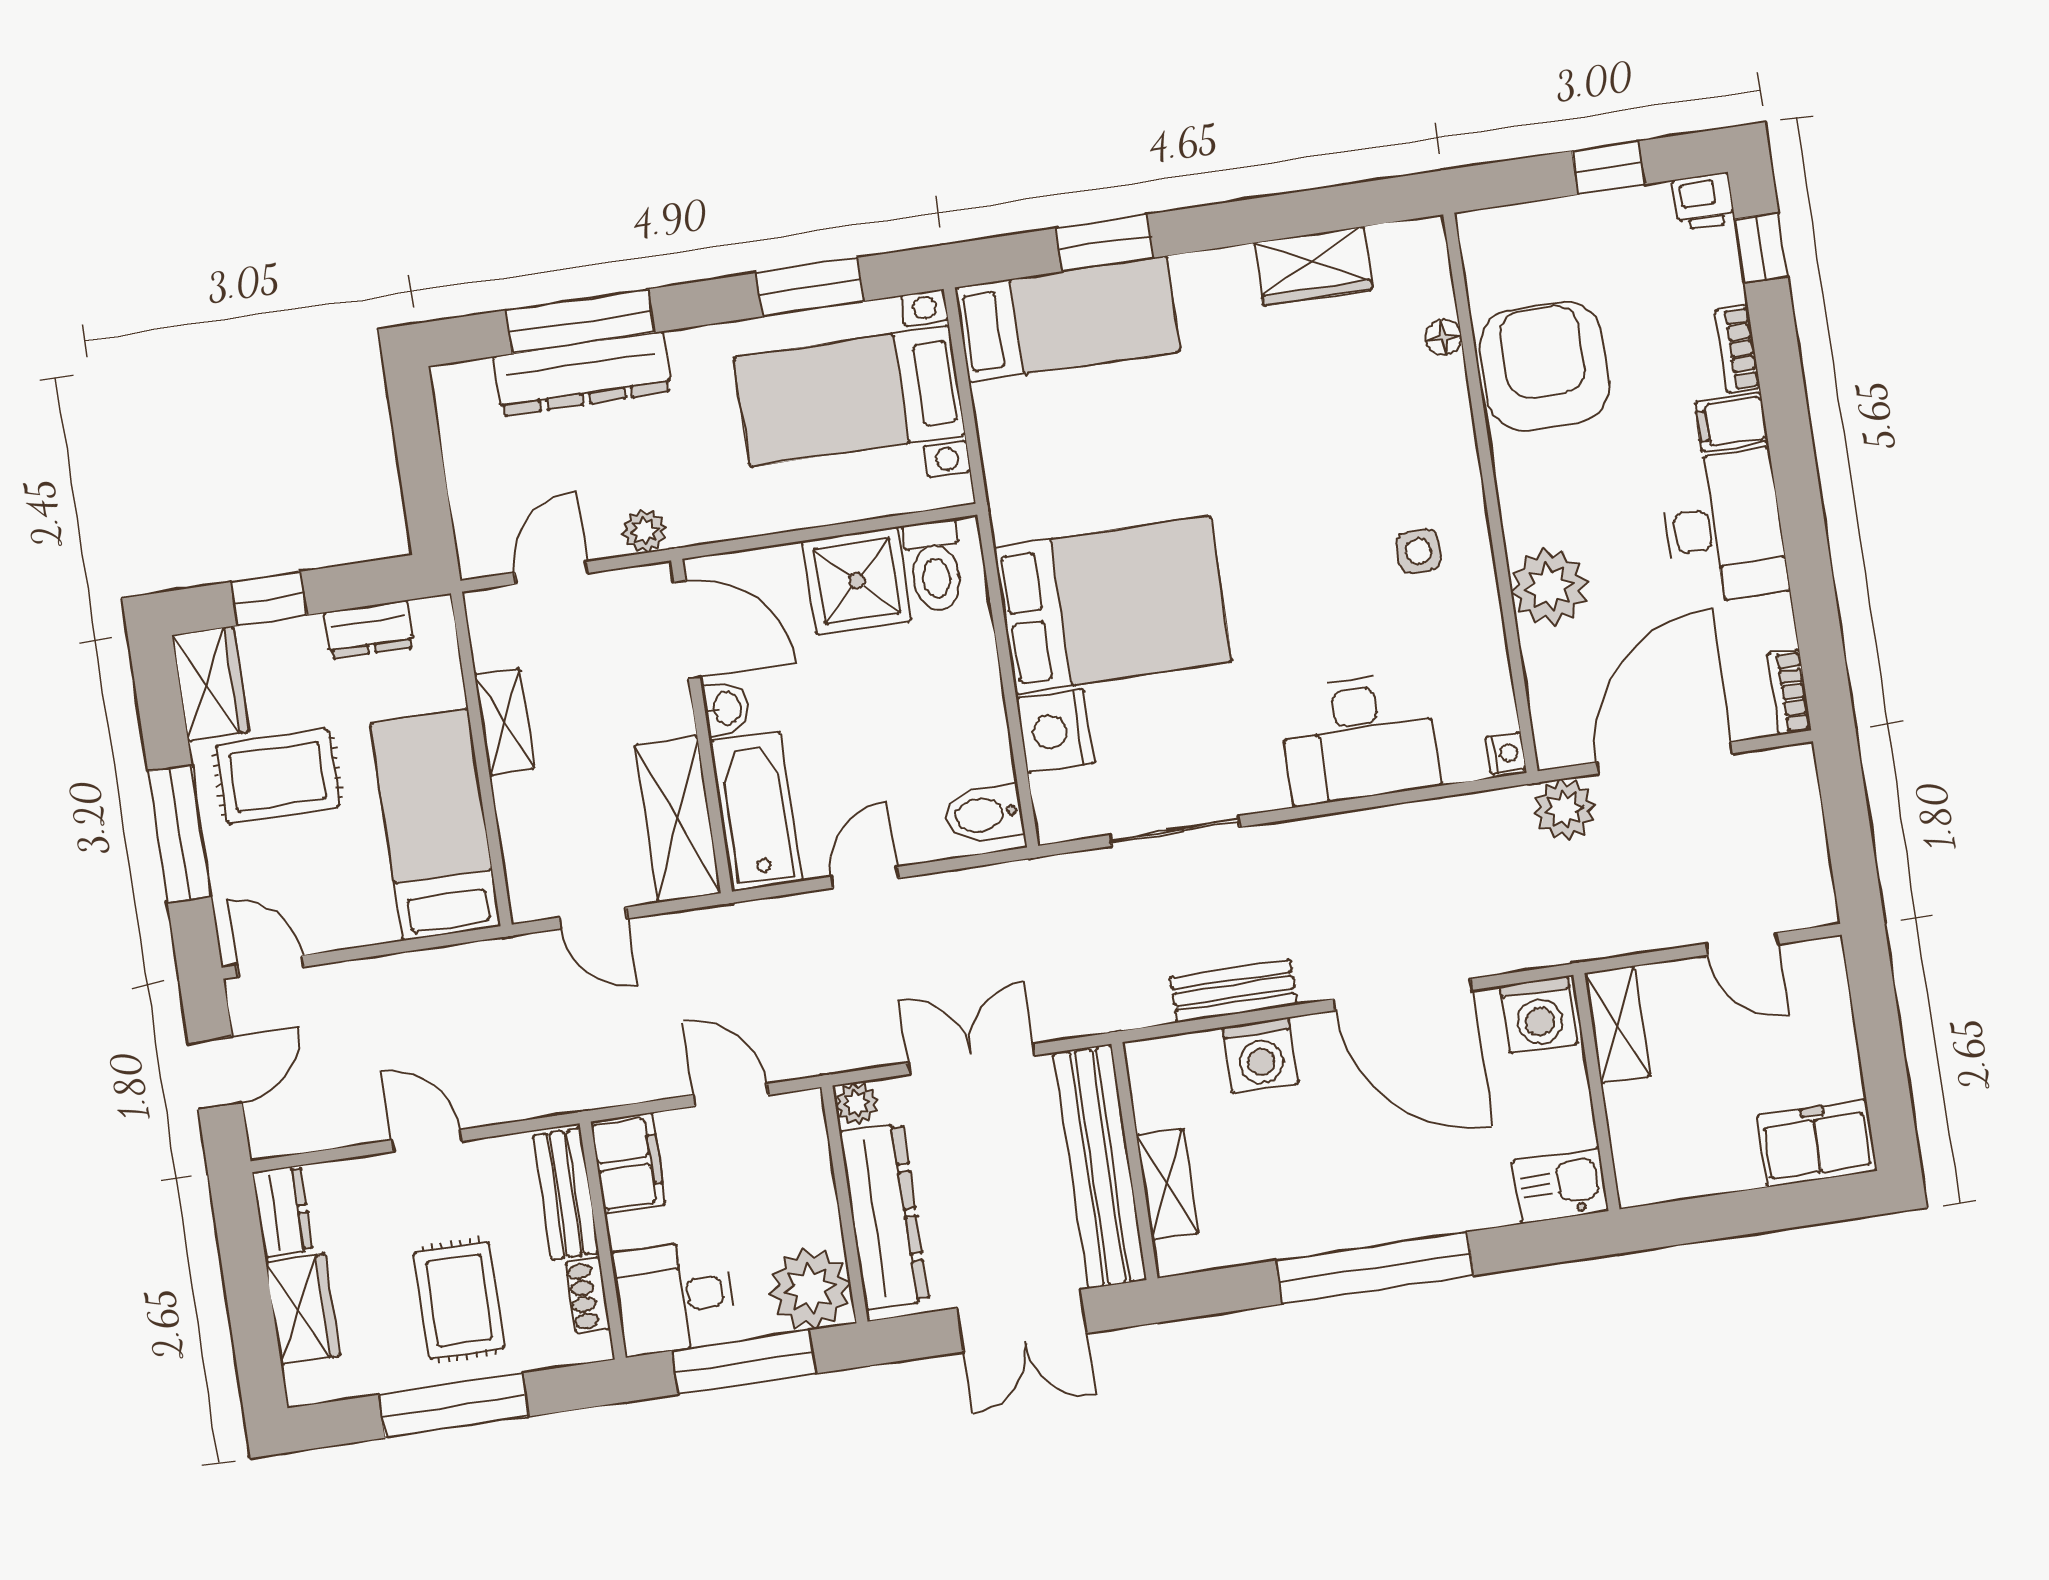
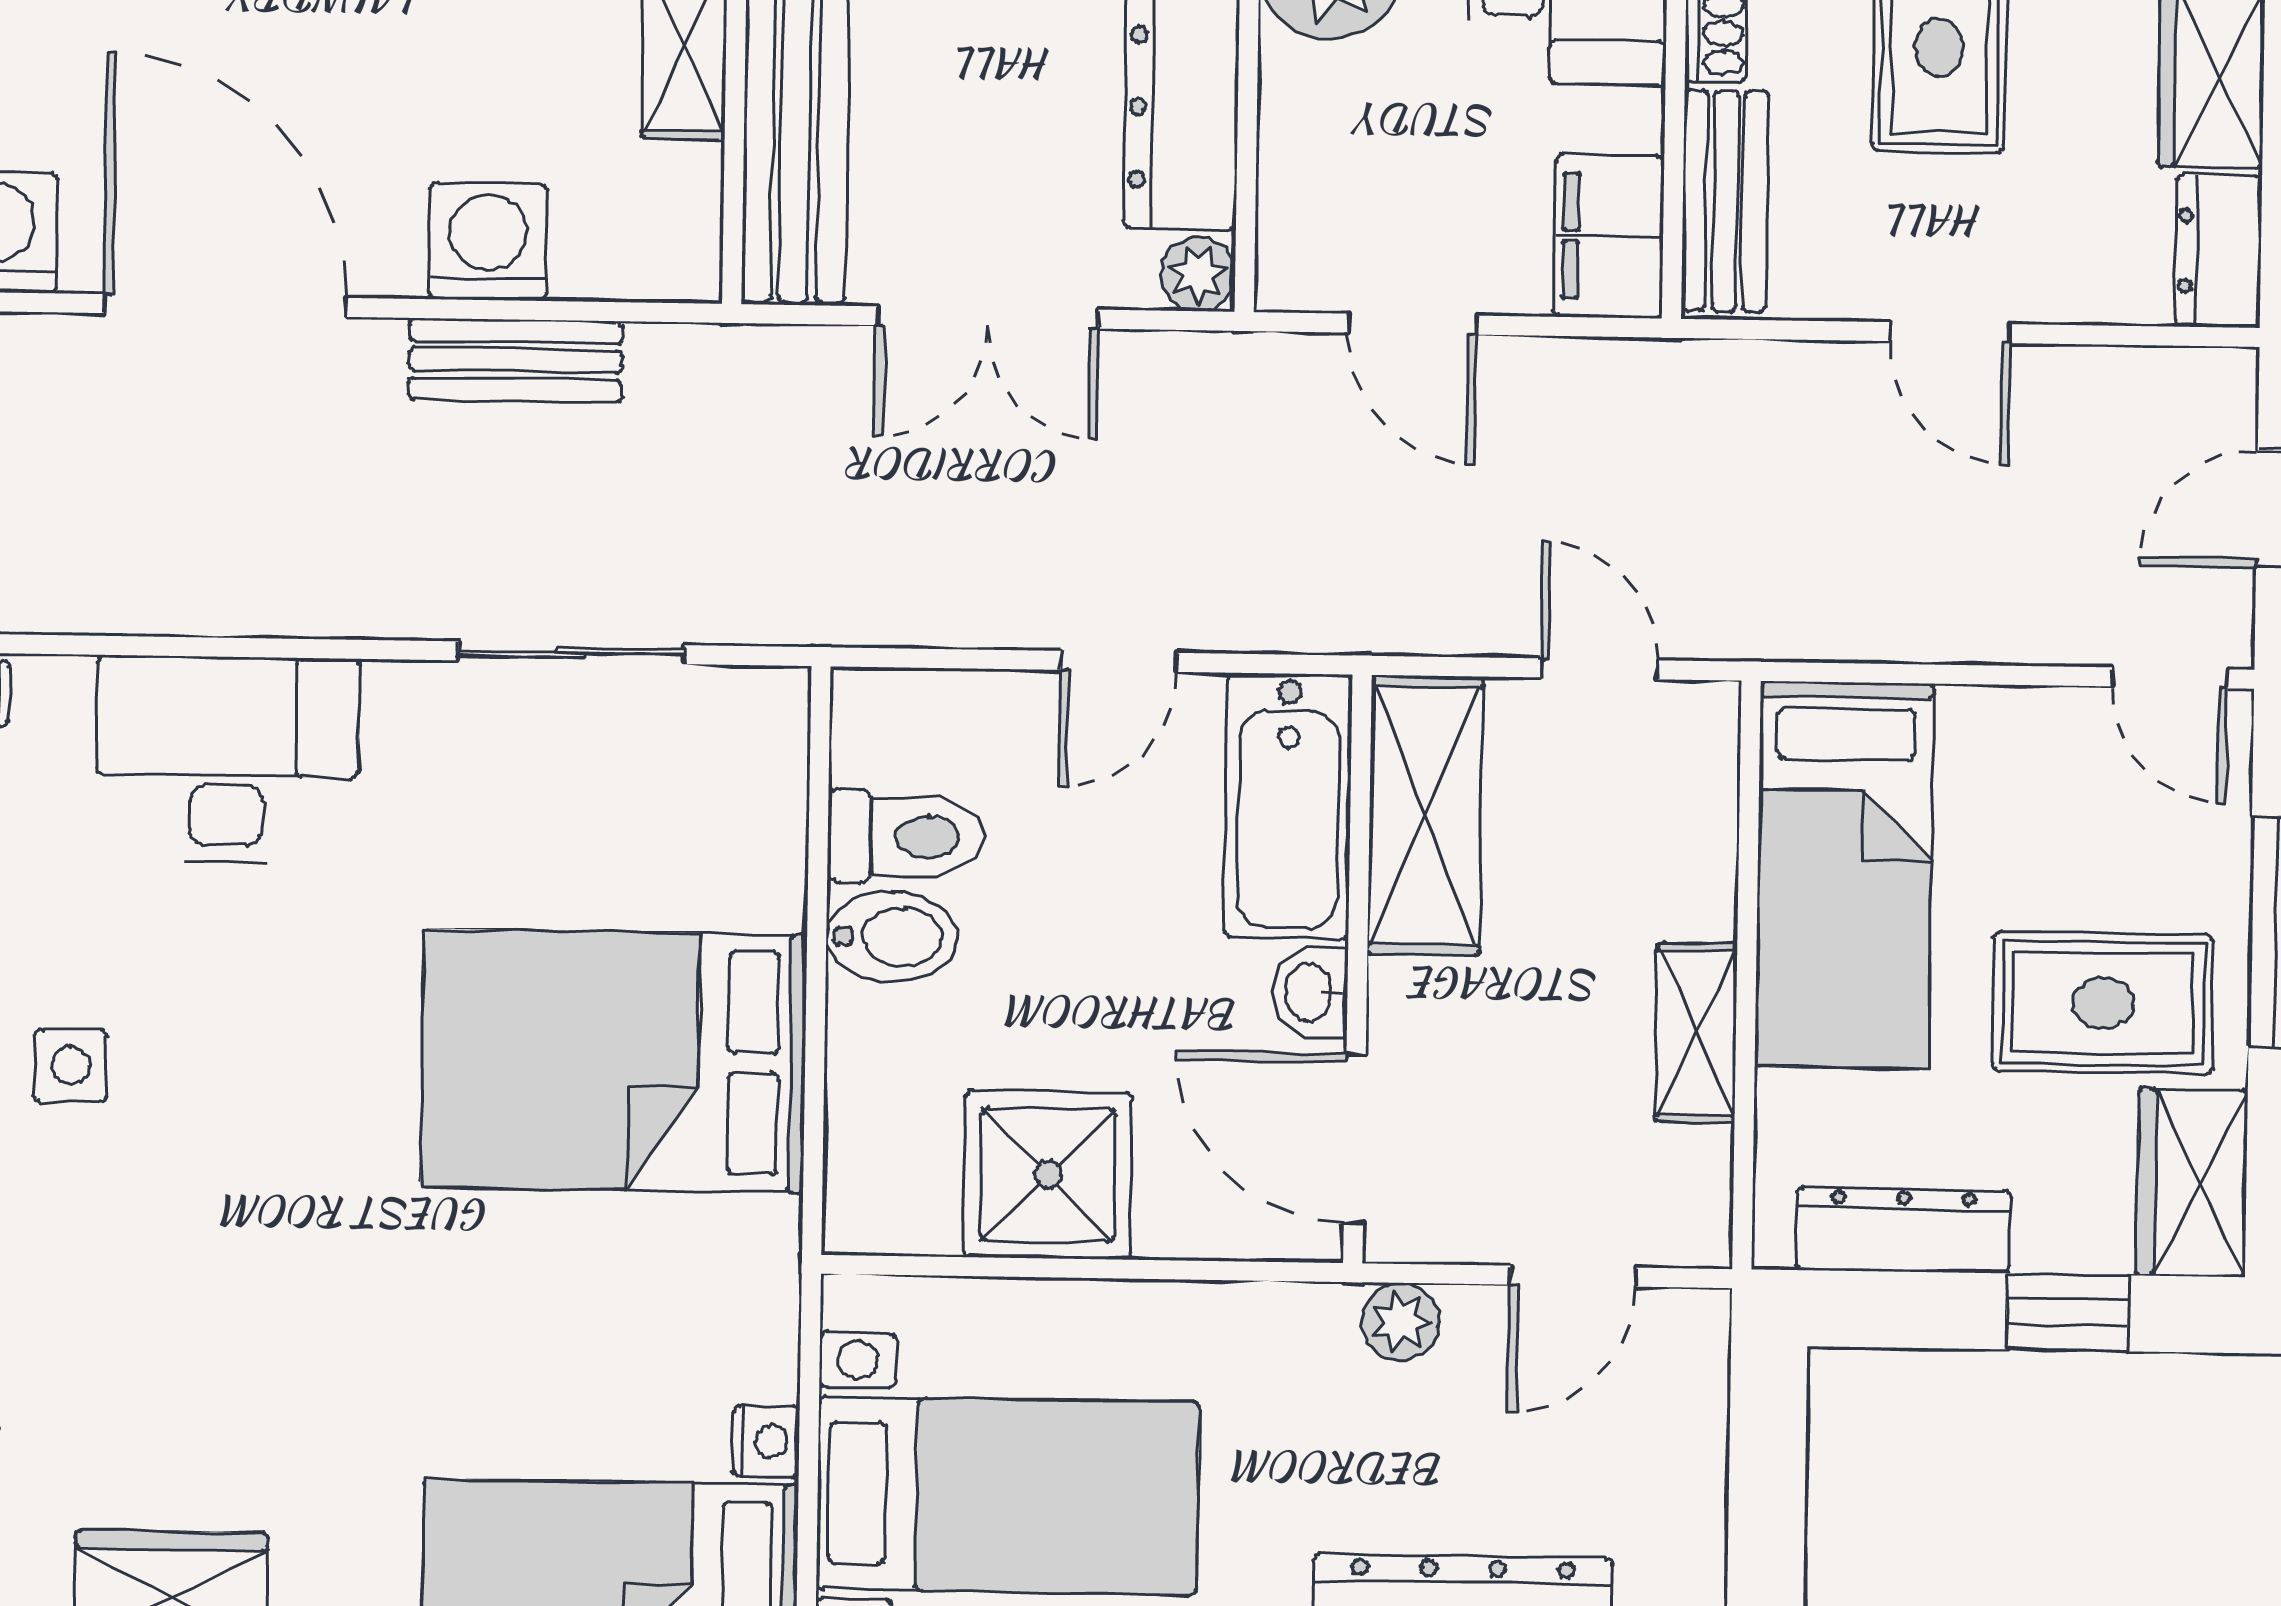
toilet: (935, 566) -> (906, 837), moved, turned 90
dresser: (369, 630) -> (1903, 1230), width x1.44
nightstand: (1055, 731) -> (766, 1441), moved, width x0.53, depth x0.56
bidet: (984, 814) -> (892, 937), moved

